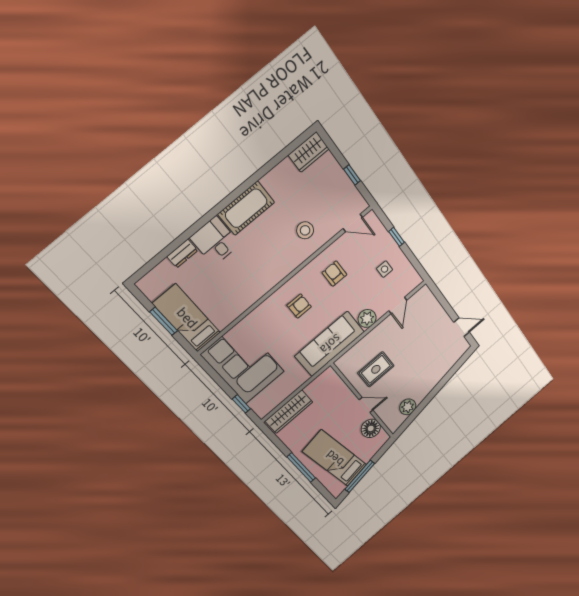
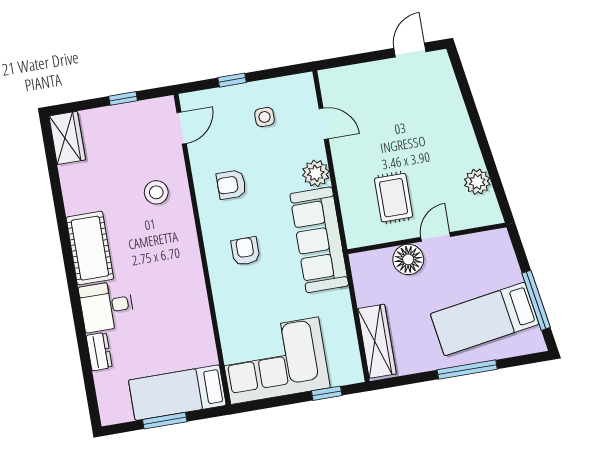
floor lamp: (371, 428) -> (408, 259), moved

